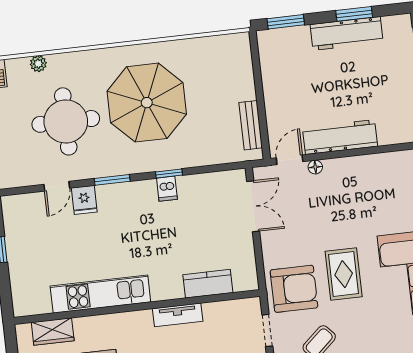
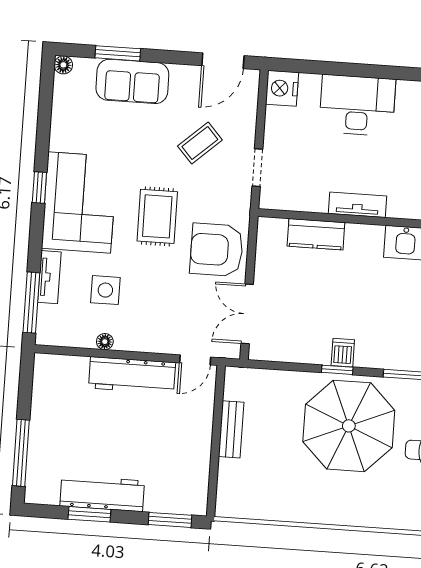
parasol: (147, 103) -> (349, 426), moved
bench: (251, 125) -> (231, 429), moved
floor lamp: (315, 167) -> (105, 342), moved
side table: (376, 204) -> (105, 290), added
armchair: (294, 289) -> (217, 250), moved

